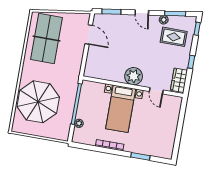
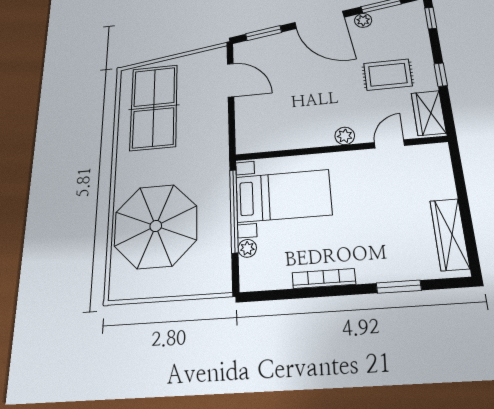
door: (142, 13) -> (319, 20), width x1.88
rug: (174, 37) -> (388, 75), moved
plant: (134, 76) -> (345, 136), width x0.53, depth x0.53
door: (156, 91) -> (389, 144), swing flipped
bed with nightstands: (121, 109) -> (283, 196), moved, turned -90
wardrobe: (169, 140) -> (450, 234), added

